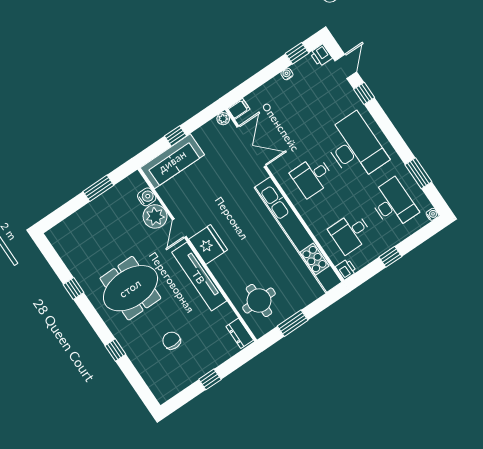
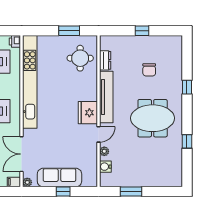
sofa: (172, 161) -> (59, 178), moved
plant: (155, 216) -> (104, 151), width x0.53, depth x0.53
dresser: (240, 333) -> (105, 60), moved

